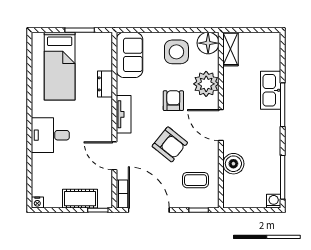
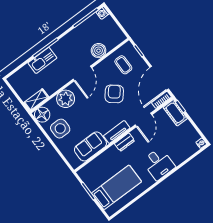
sofa: (130, 55) -> (90, 146), moved
dresser: (105, 84) -> (125, 142), moved
armchair: (173, 101) -> (88, 110), removed
cot: (80, 199) -> (175, 113), moved

